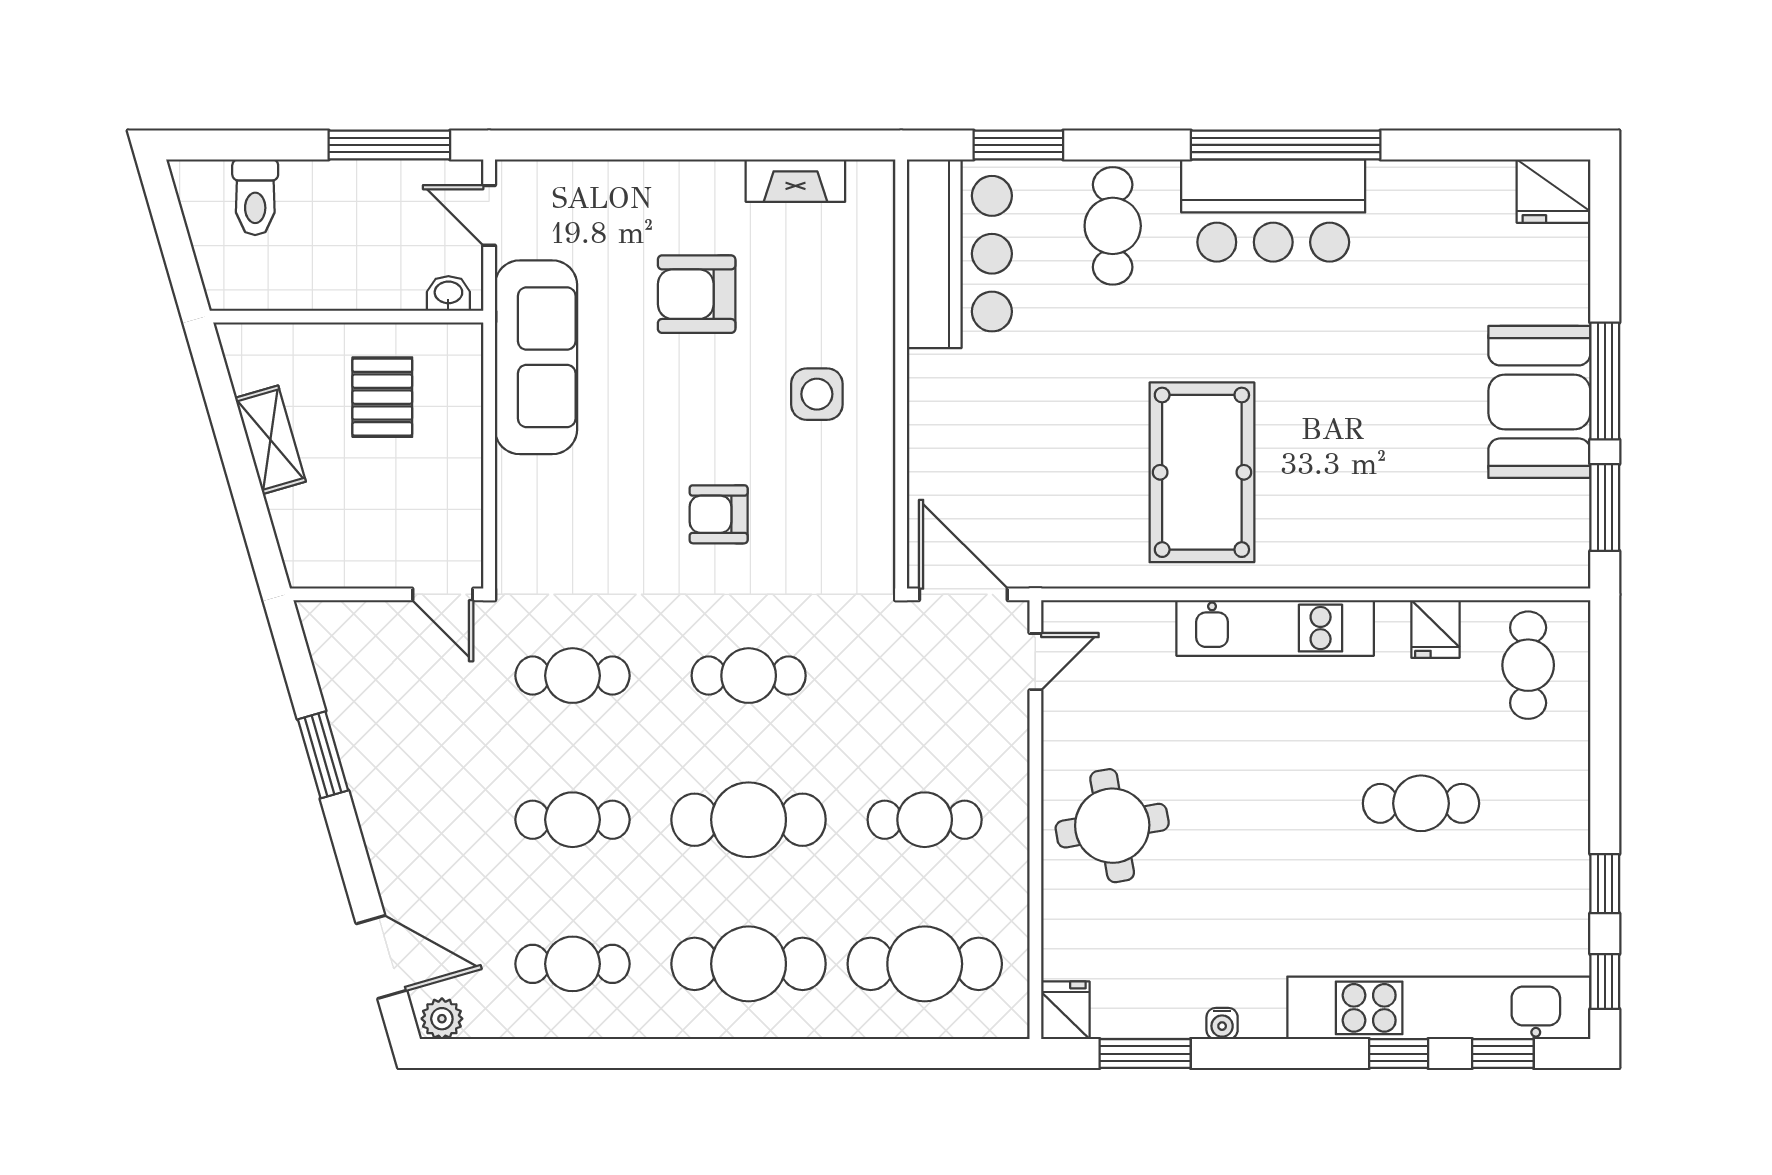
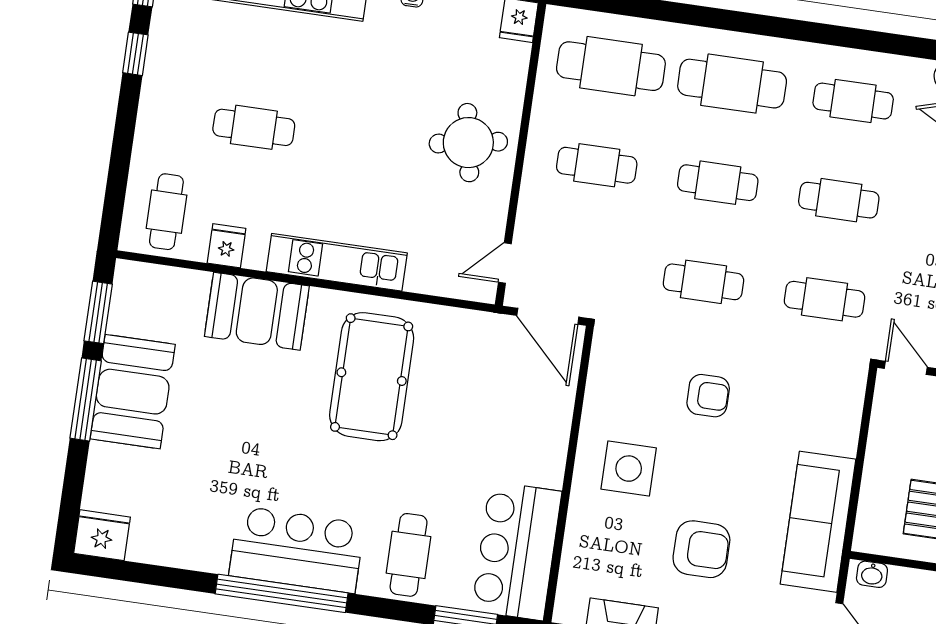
side table: (817, 394) -> (629, 469), width x1.37, depth x1.37
booth: (1379, 542) -> (257, 311), added
cafe table: (749, 820) -> (718, 183), width x0.73, depth x0.74

